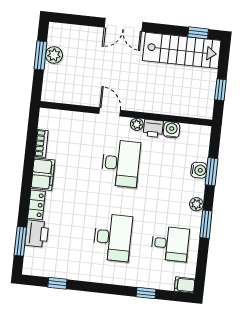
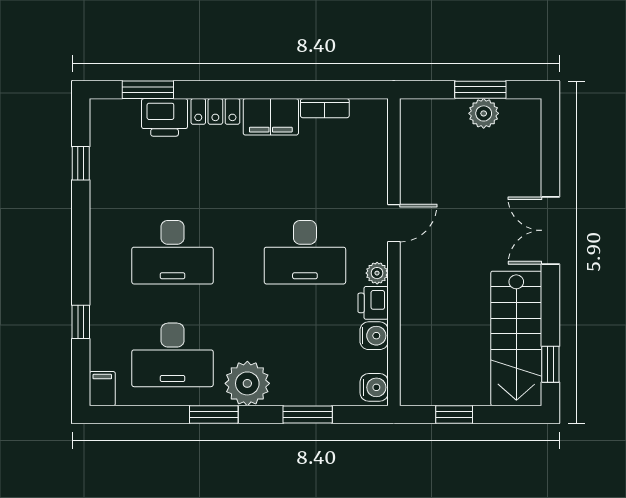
water cooler: (199, 170) -> (374, 387), moved, turned -90
plant: (196, 204) -> (247, 383), width x1.88, depth x1.88
desk: (170, 244) -> (173, 355), width x1.37

